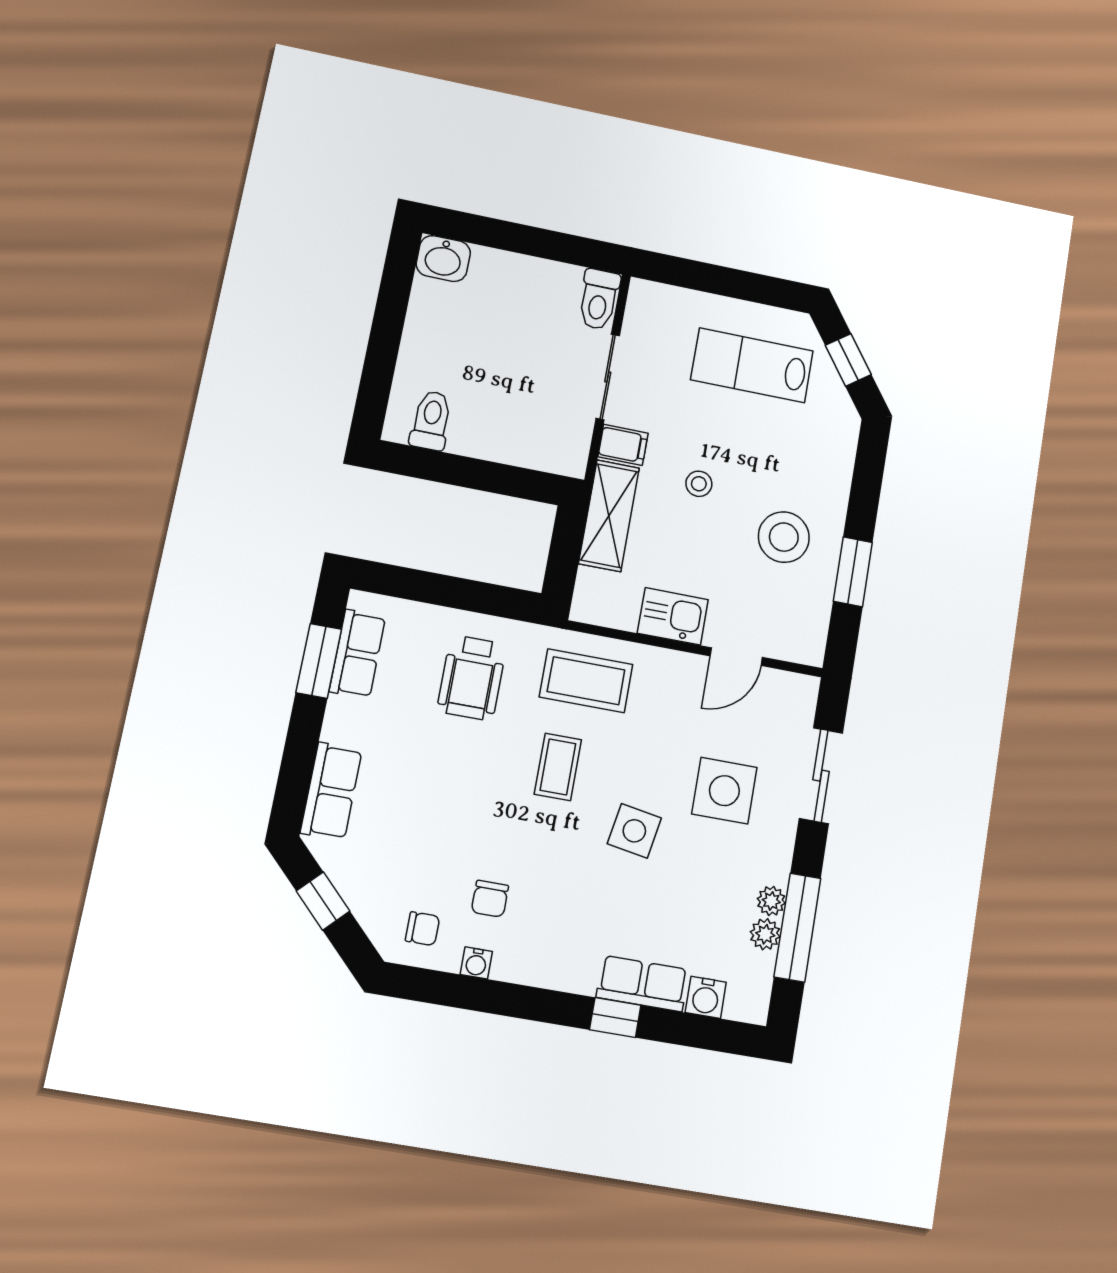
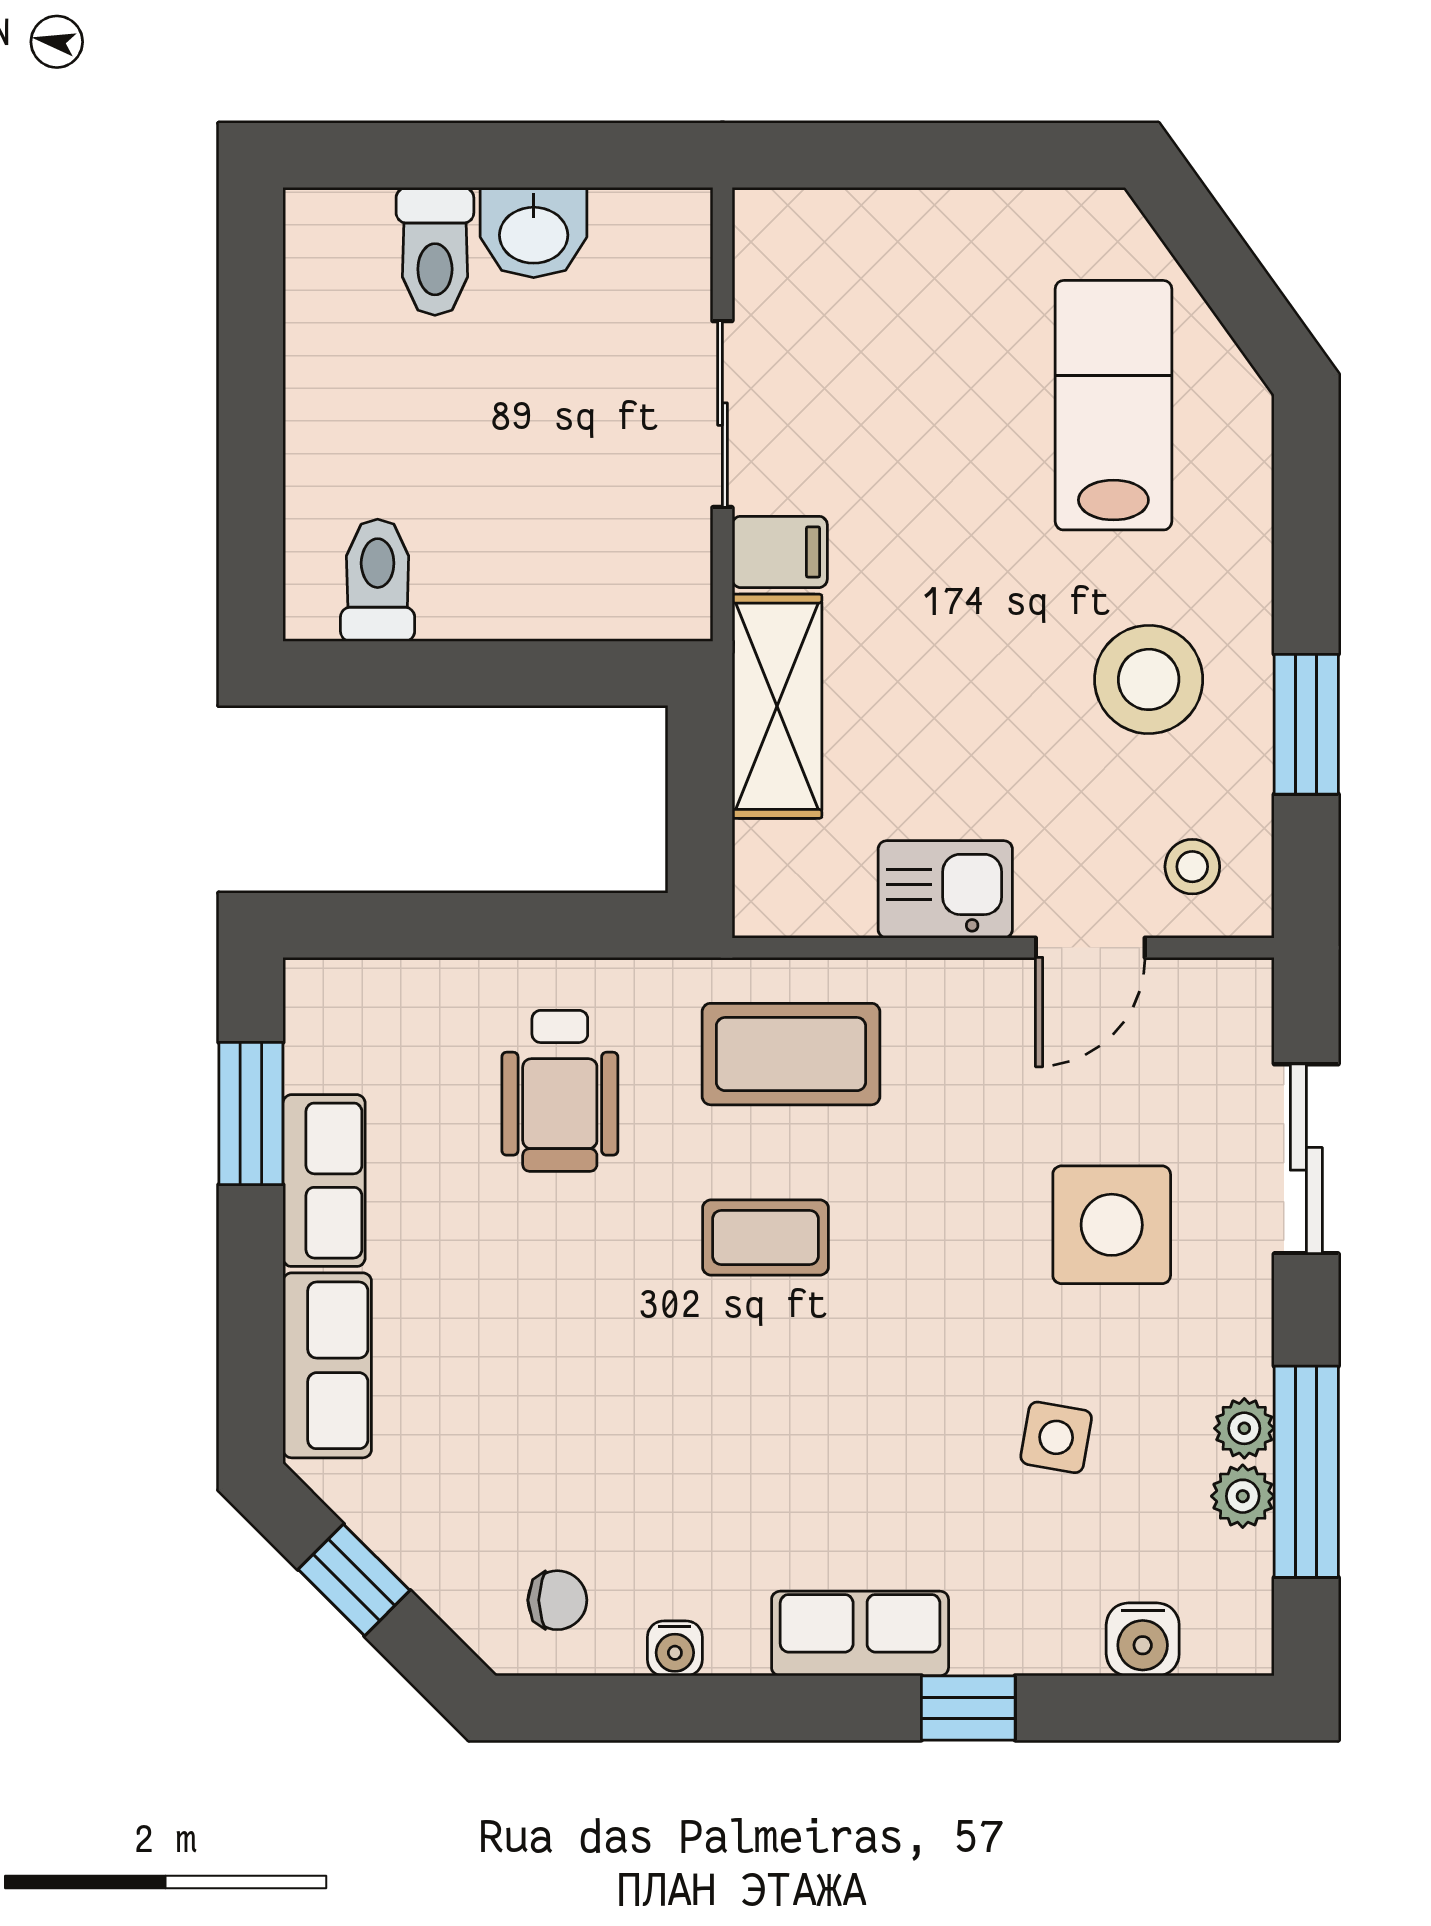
washbasin: (443, 258) -> (534, 233), moved
toilet: (599, 299) -> (435, 251), moved
window: (848, 360) -> (1225, 271), removed
lab bench: (752, 365) -> (1113, 405), moved, turned 90
stool: (699, 484) -> (1192, 867), moved
row of seats: (357, 654) -> (324, 1181), moved
coffee table: (558, 767) -> (765, 1238), turned 90
side table: (634, 831) -> (1056, 1437), moved, width x0.73, depth x0.73
chair: (490, 899) -> (678, 1520), removed
row of seats: (643, 983) -> (860, 1634), moved

